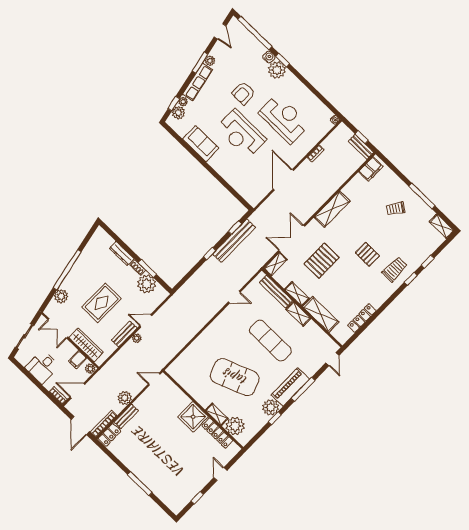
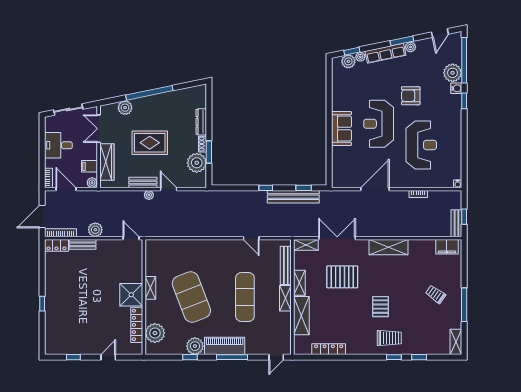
plant: (277, 70) -> (453, 73), moved
sofa: (201, 144) -> (342, 129), moved
shelving: (217, 414) -> (150, 288), moved
window: (140, 484) -> (42, 304), width x0.46

